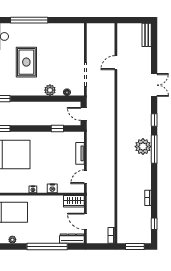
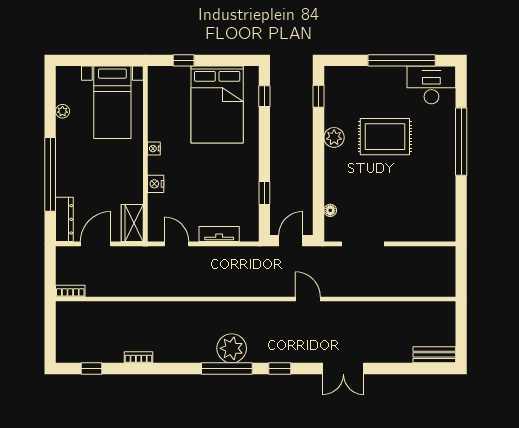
door: (116, 63) -> (308, 299), moved
plant: (50, 90) -> (334, 137), moved
window: (135, 247) -> (50, 334), removed

